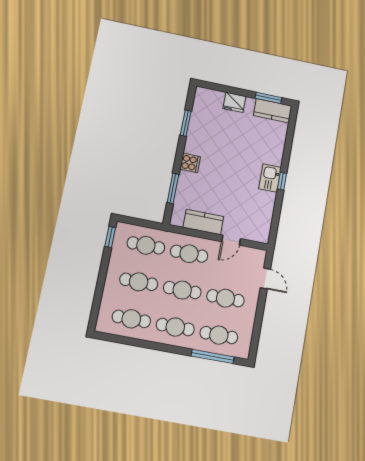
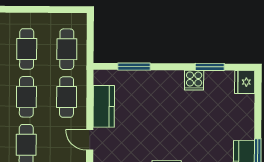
fridge: (234, 102) -> (245, 82), moved
cooker: (190, 163) -> (194, 80), moved
window: (110, 237) -> (69, 10), removed

